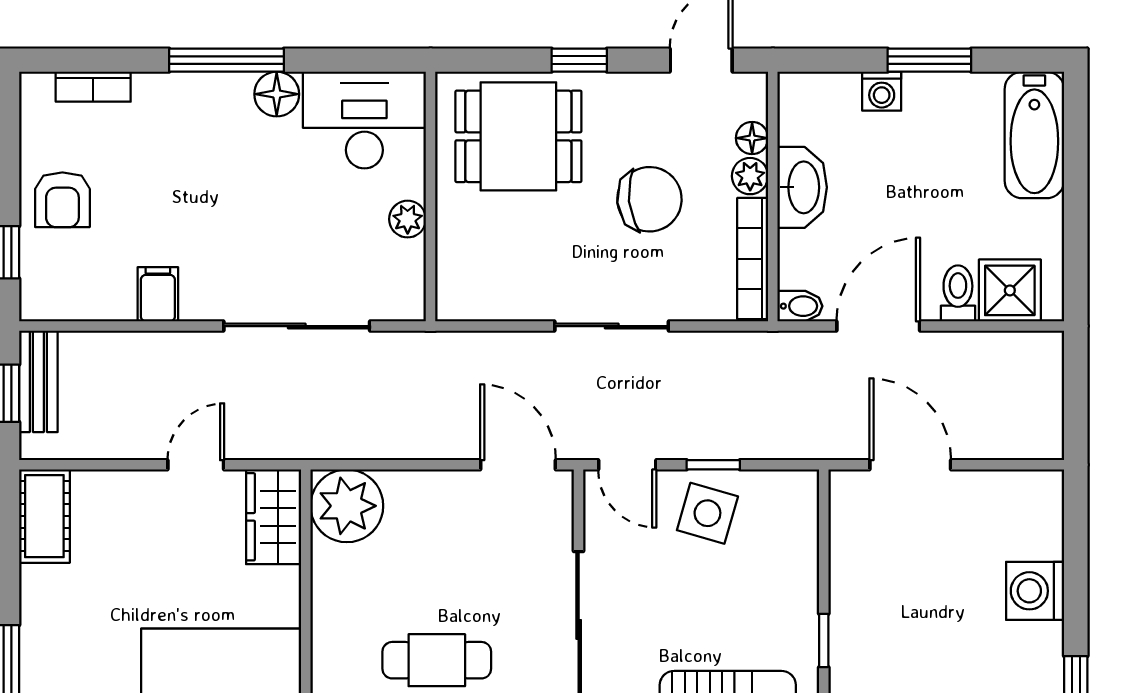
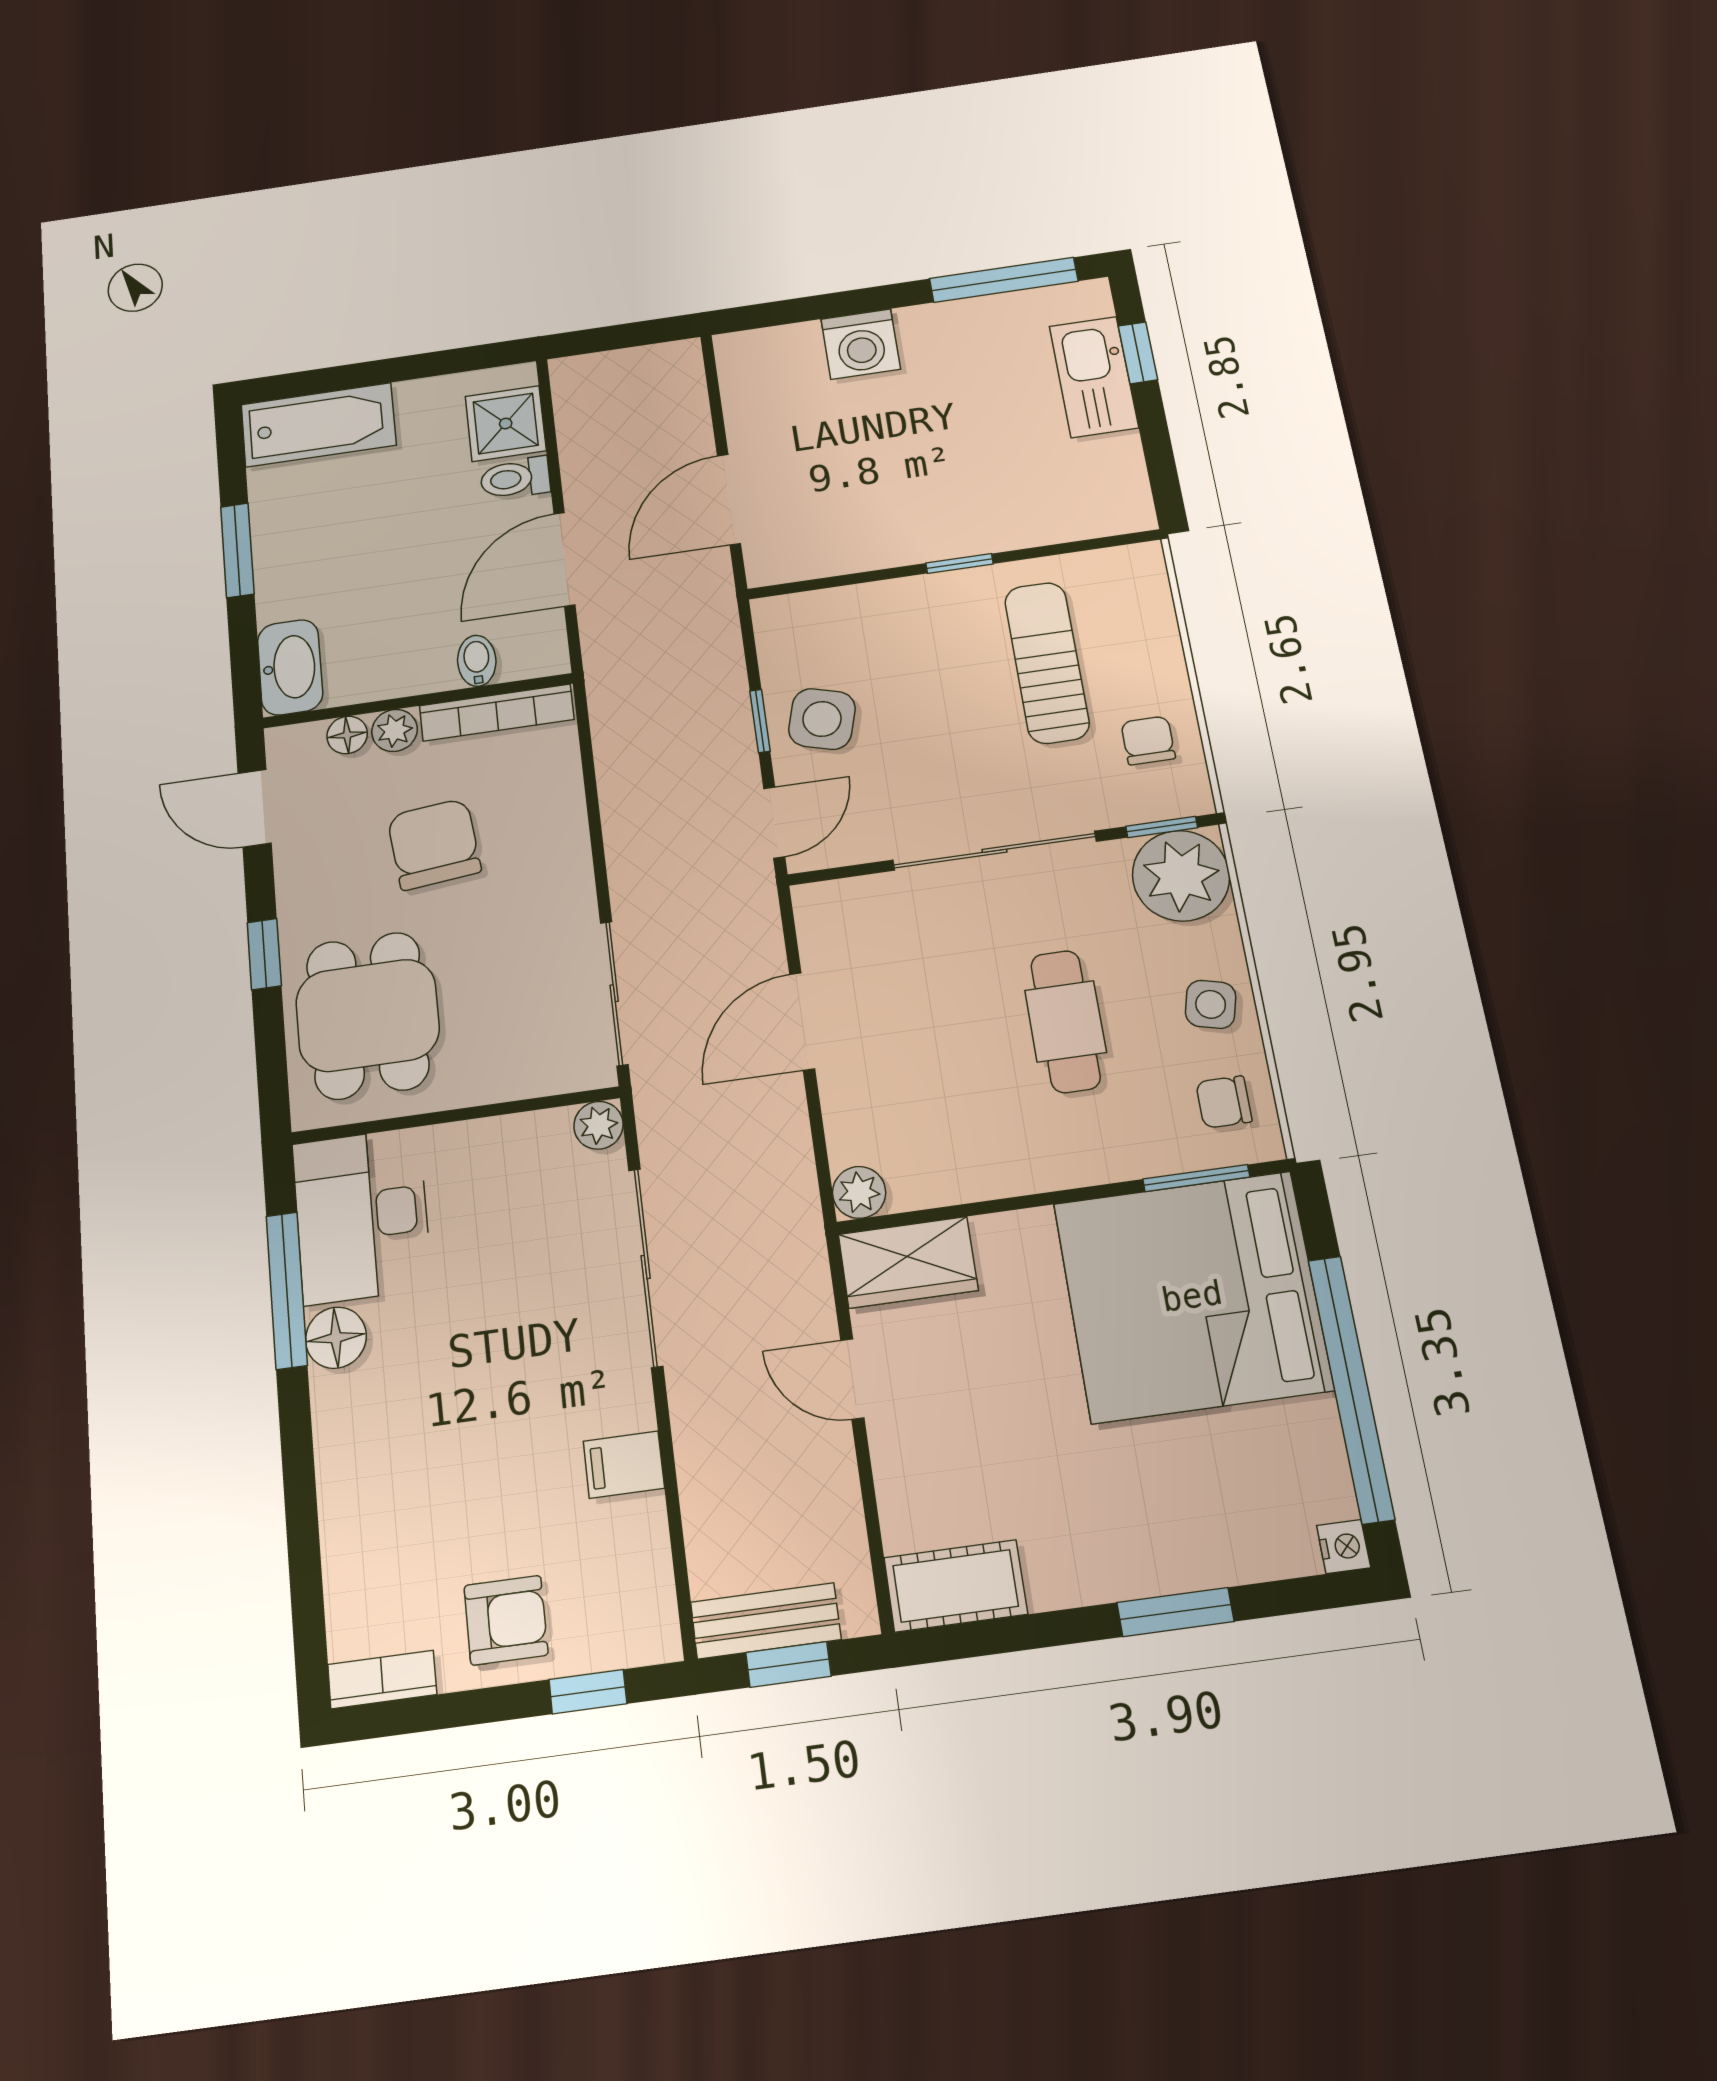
window: (226, 60) -> (287, 1290), moved
bookcase: (93, 87) -> (382, 1679), moved, turned -90
washing machine: (882, 91) -> (279, 597), removed
washbasin: (802, 187) -> (290, 667), moved, turned 90
plant: (408, 219) -> (598, 1125), moved
bidet: (800, 306) -> (477, 661), moved
sliding door: (612, 326) -> (614, 993), moved
door: (878, 326) -> (564, 559), hinge flipped
door: (518, 465) -> (802, 1021), moved
plant: (347, 506) -> (859, 1192), width x0.53, depth x0.53

